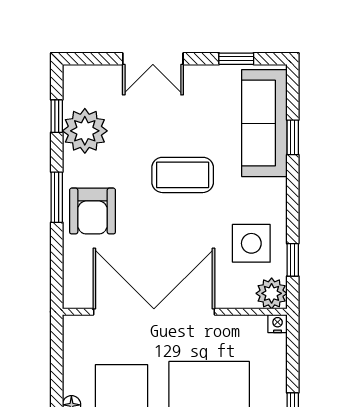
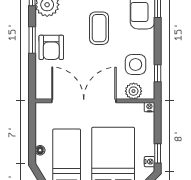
coffee table: (183, 175) -> (99, 28), turned 90
plant: (272, 293) -> (134, 91), moved

